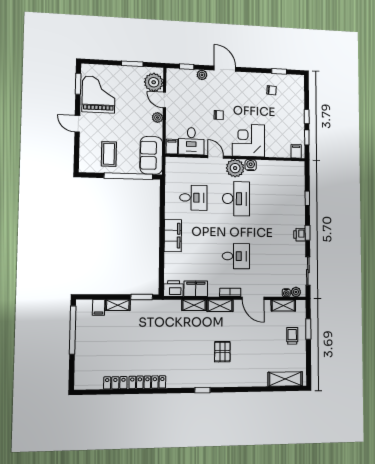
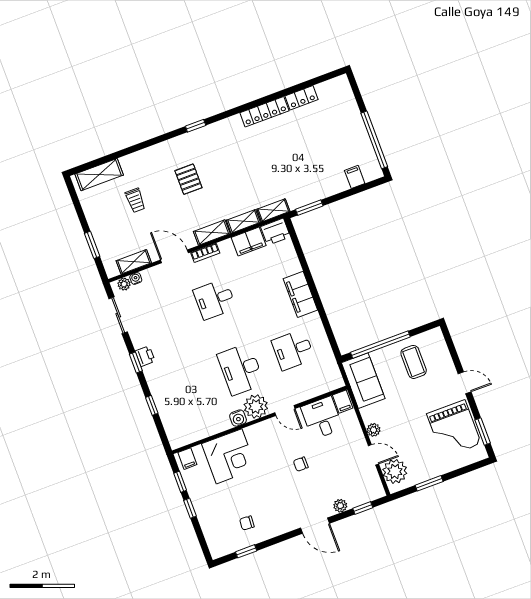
corner desk: (248, 140) -> (229, 456), moved
shelving: (118, 305) -> (273, 210), moved
trolley: (292, 336) -> (135, 200), moved

